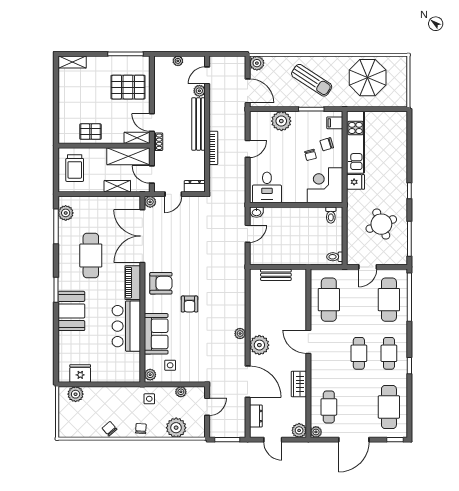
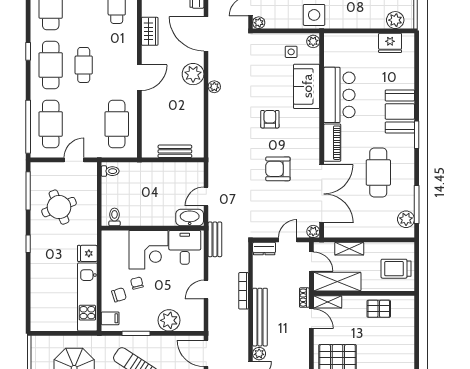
trolley: (75, 168) -> (396, 269), turned -90
corner desk: (325, 185) -> (148, 250), moved
bench: (240, 195) -> (215, 239), added
washbasin: (257, 212) -> (190, 217), width x1.91, depth x1.45
armchair: (161, 283) -> (278, 169), moved
door: (308, 342) -> (139, 78), hinge flipped
cafe table: (389, 353) -> (51, 65), width x1.37, depth x1.35
plant: (181, 392) -> (259, 23), moved
side table: (149, 399) -> (314, 15), width x1.87, depth x1.87

